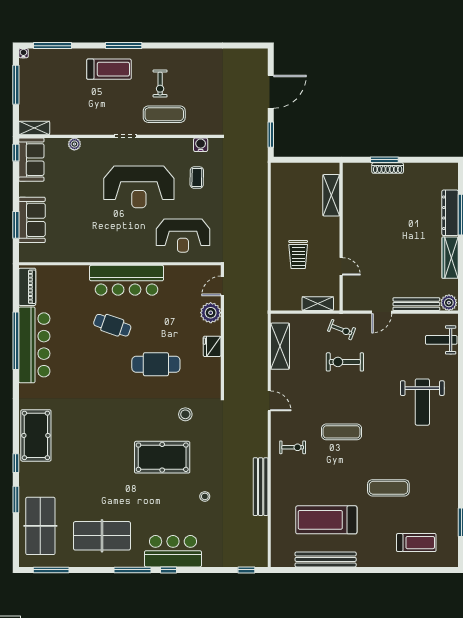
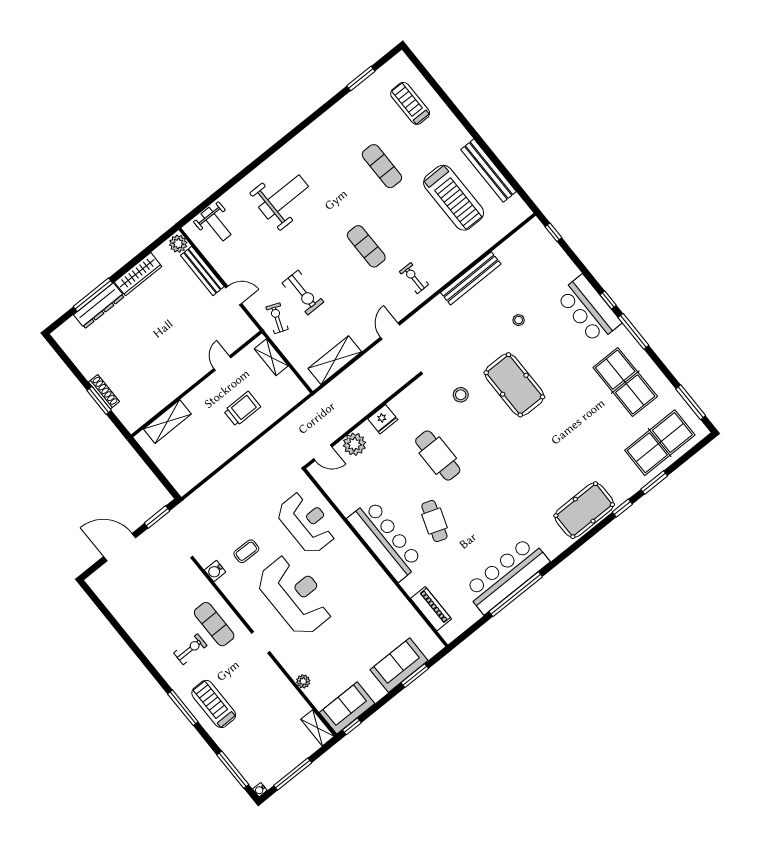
piano: (27, 287) -> (431, 609), moved, turned 90

